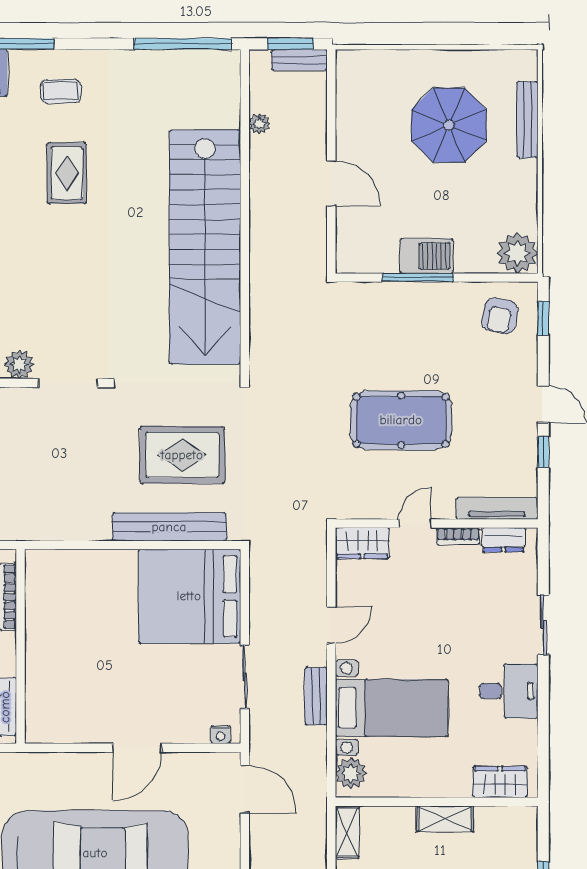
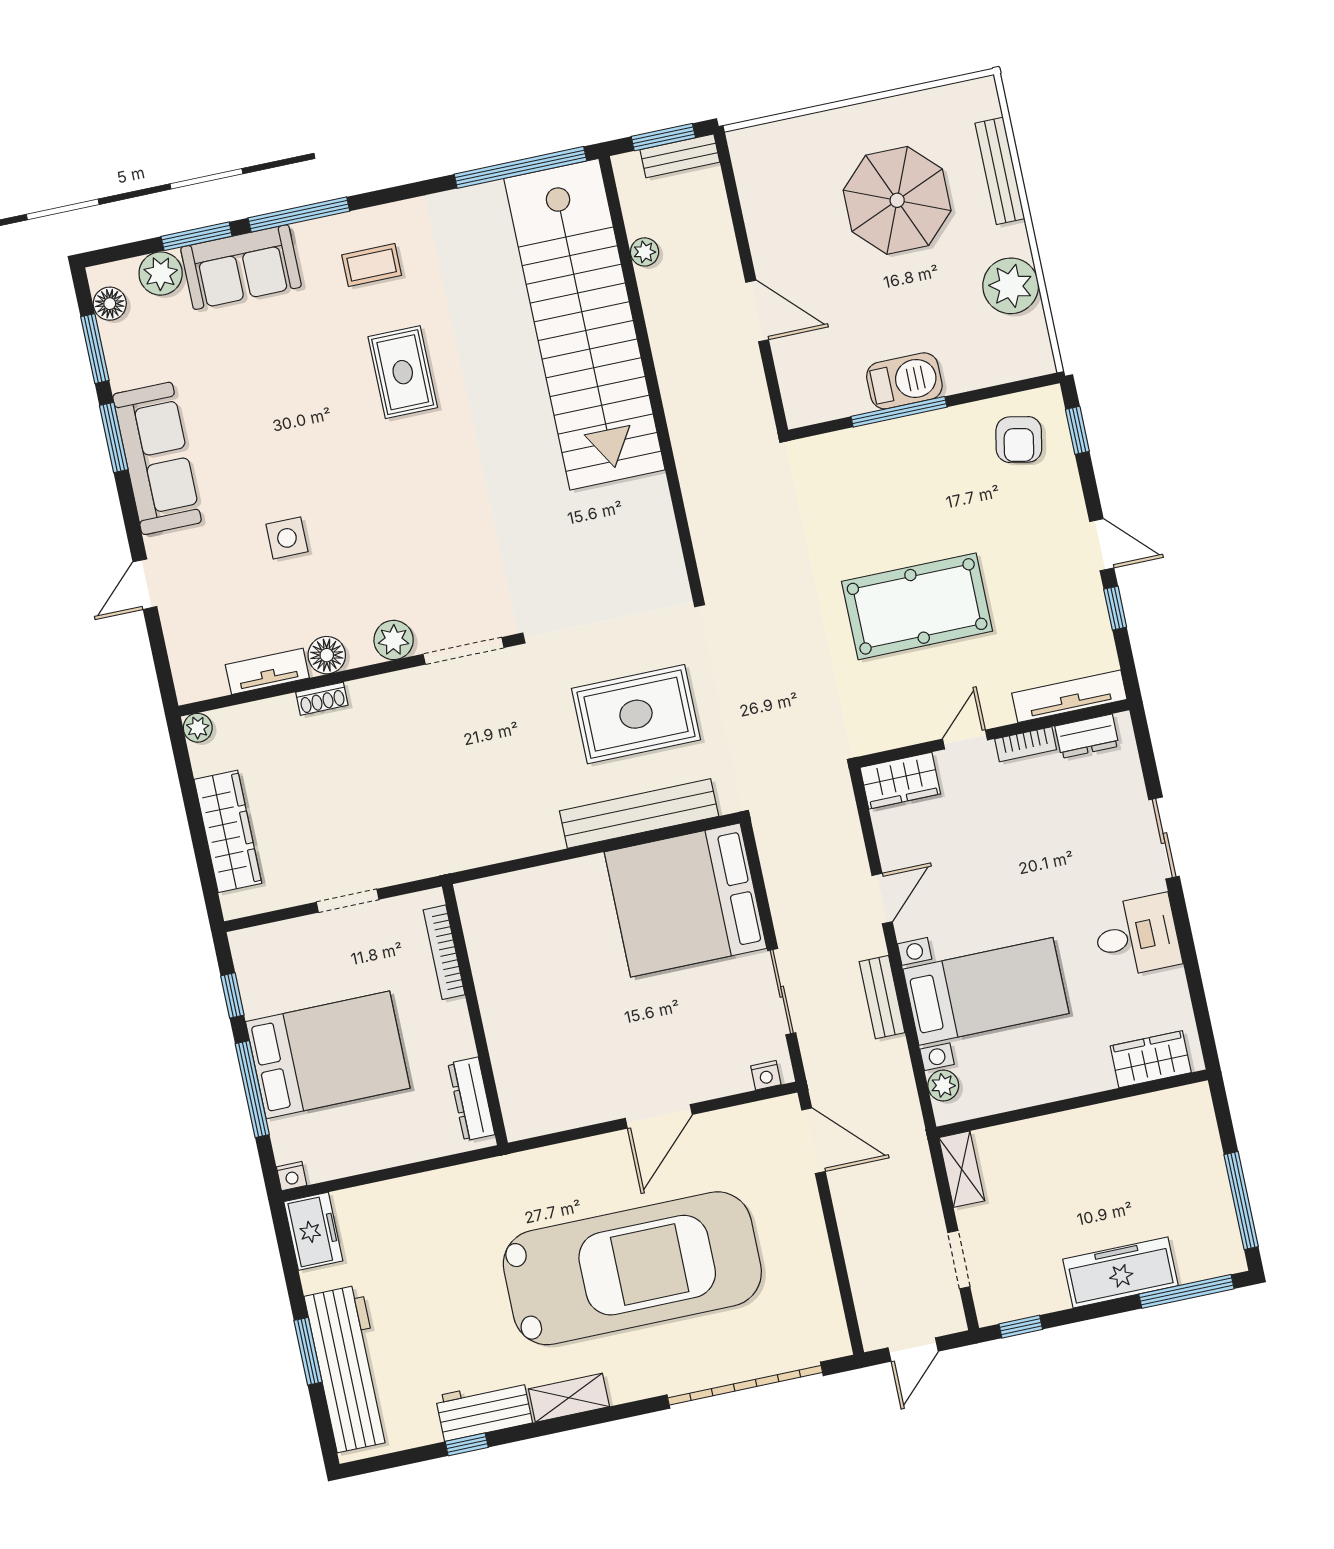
stairs: (205, 247) -> (584, 324), moved
plant: (517, 253) -> (1011, 286), moved
plant: (351, 773) -> (943, 1085), width x0.73, depth x0.73
shelving: (445, 819) -> (1088, 1124), removed

